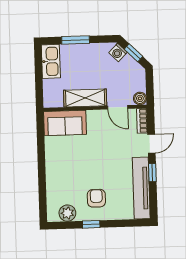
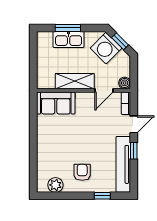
washing machine: (118, 52) -> (106, 48), width x1.89, depth x1.89
kitchen sink: (51, 61) -> (69, 39), moved, turned 90
door: (118, 107) -> (104, 90), hinge flipped
window: (91, 224) -> (102, 196), moved

